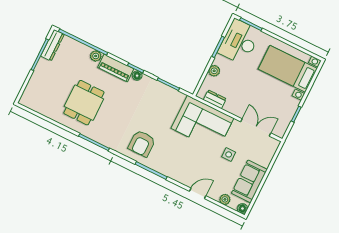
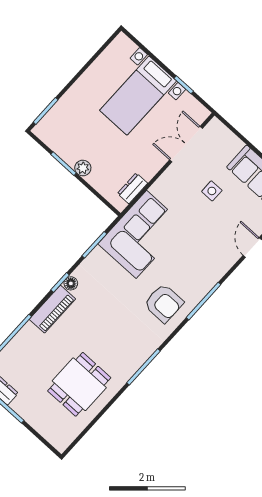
desk: (239, 42) -> (65, 133), removed
plant: (96, 56) -> (29, 331), removed
bed with nightstands: (288, 69) -> (138, 96), moved
plant: (214, 71) -> (83, 168), moved
dining table: (84, 103) -> (79, 384), moved, turned 90
corner sofa: (202, 123) -> (141, 234), moved

